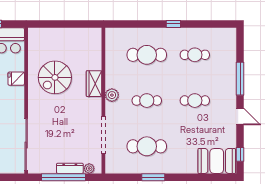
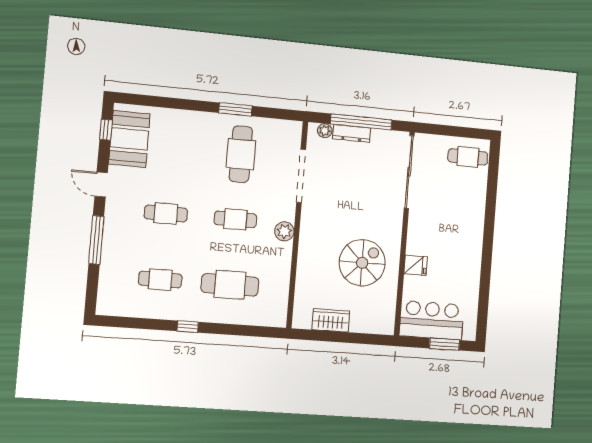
wardrobe: (94, 84) -> (331, 320), moved, turned -90
cafe table: (147, 146) -> (241, 154), turned 90
booth: (217, 161) -> (129, 139), moved, turned 90

